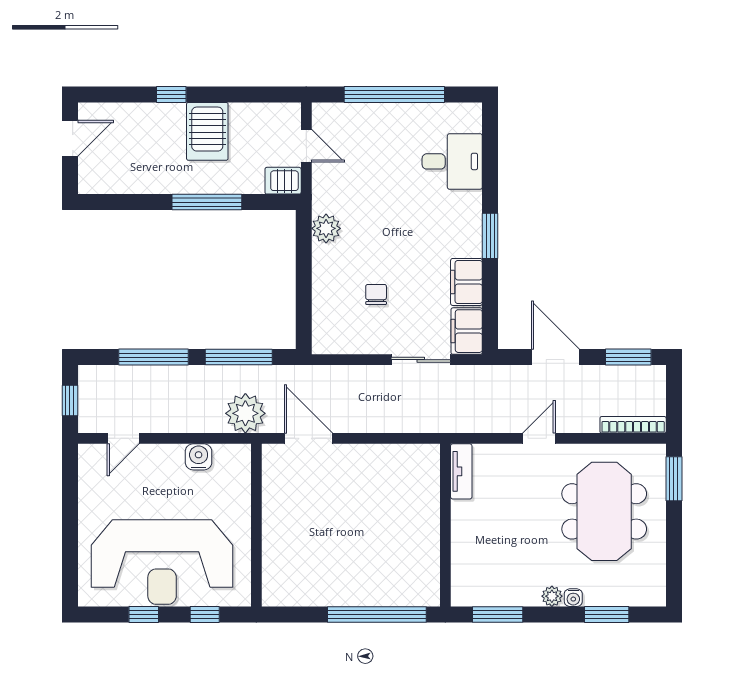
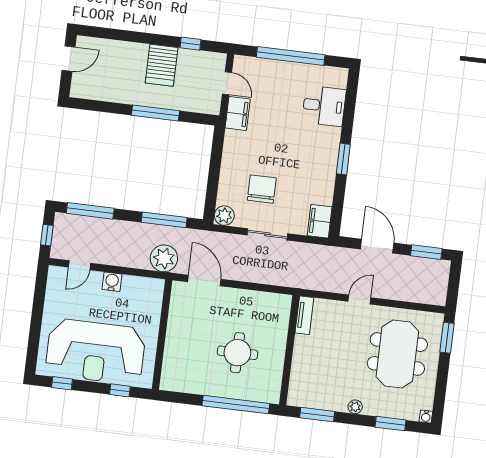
window: (171, 94) -> (190, 44), moved
server rack: (283, 181) -> (208, 105), removed
plant: (326, 228) -> (224, 216), moved
filing cabinet: (466, 282) -> (238, 114), moved, turned 180
chair: (376, 294) -> (262, 189), width x1.87, depth x1.87
window: (153, 357) -> (90, 211), moved
sliding door: (421, 360) -> (267, 234), moved
bookcase: (633, 425) -> (424, 298), removed
water cooler: (199, 457) -> (112, 282), moved
round table: (370, 538) -> (237, 353), added
water cooler: (573, 598) -> (426, 416), moved
window: (144, 614) -> (62, 383), moved

